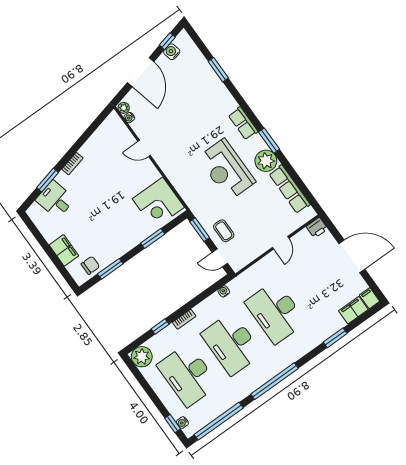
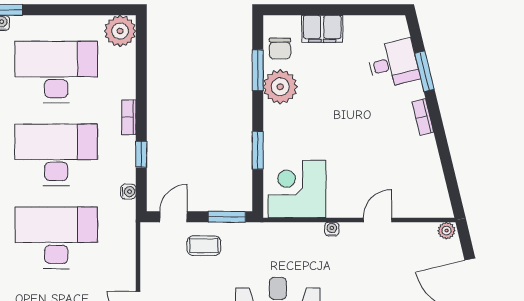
water cooler: (129, 118) -> (332, 229), moved
plant: (110, 251) -> (280, 87), added
window: (160, 327) -> (141, 154), moved

